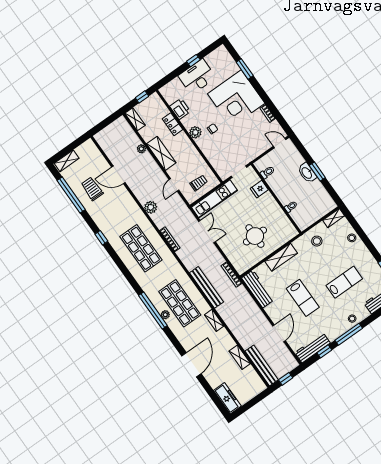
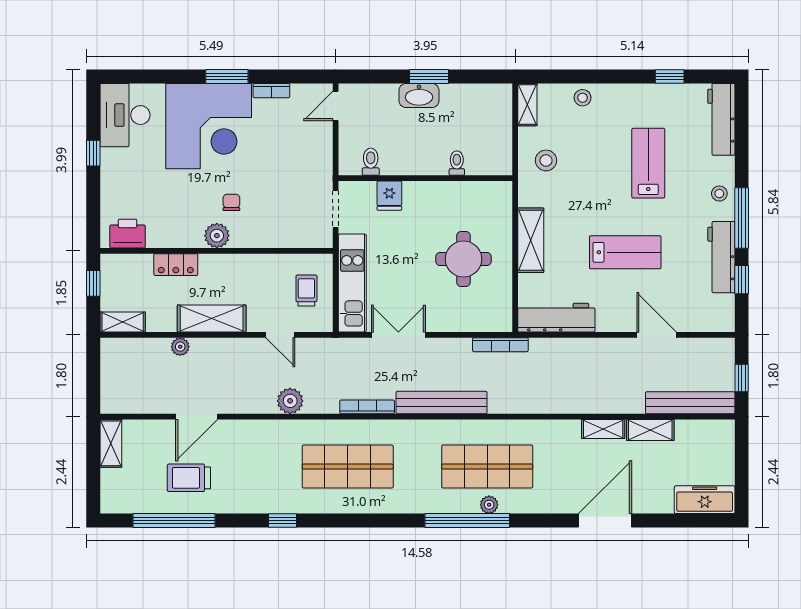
window: (245, 69) -> (227, 76), moved
desk: (197, 77) -> (125, 115), moved
printer: (180, 109) -> (128, 234), moved
shelving: (67, 161) -> (111, 443), moved
bench: (206, 287) -> (442, 403), moved
shelving: (214, 320) -> (603, 429), moved
workbench: (313, 348) -> (721, 257), moved
door: (191, 365) -> (605, 521), hinge flipped

